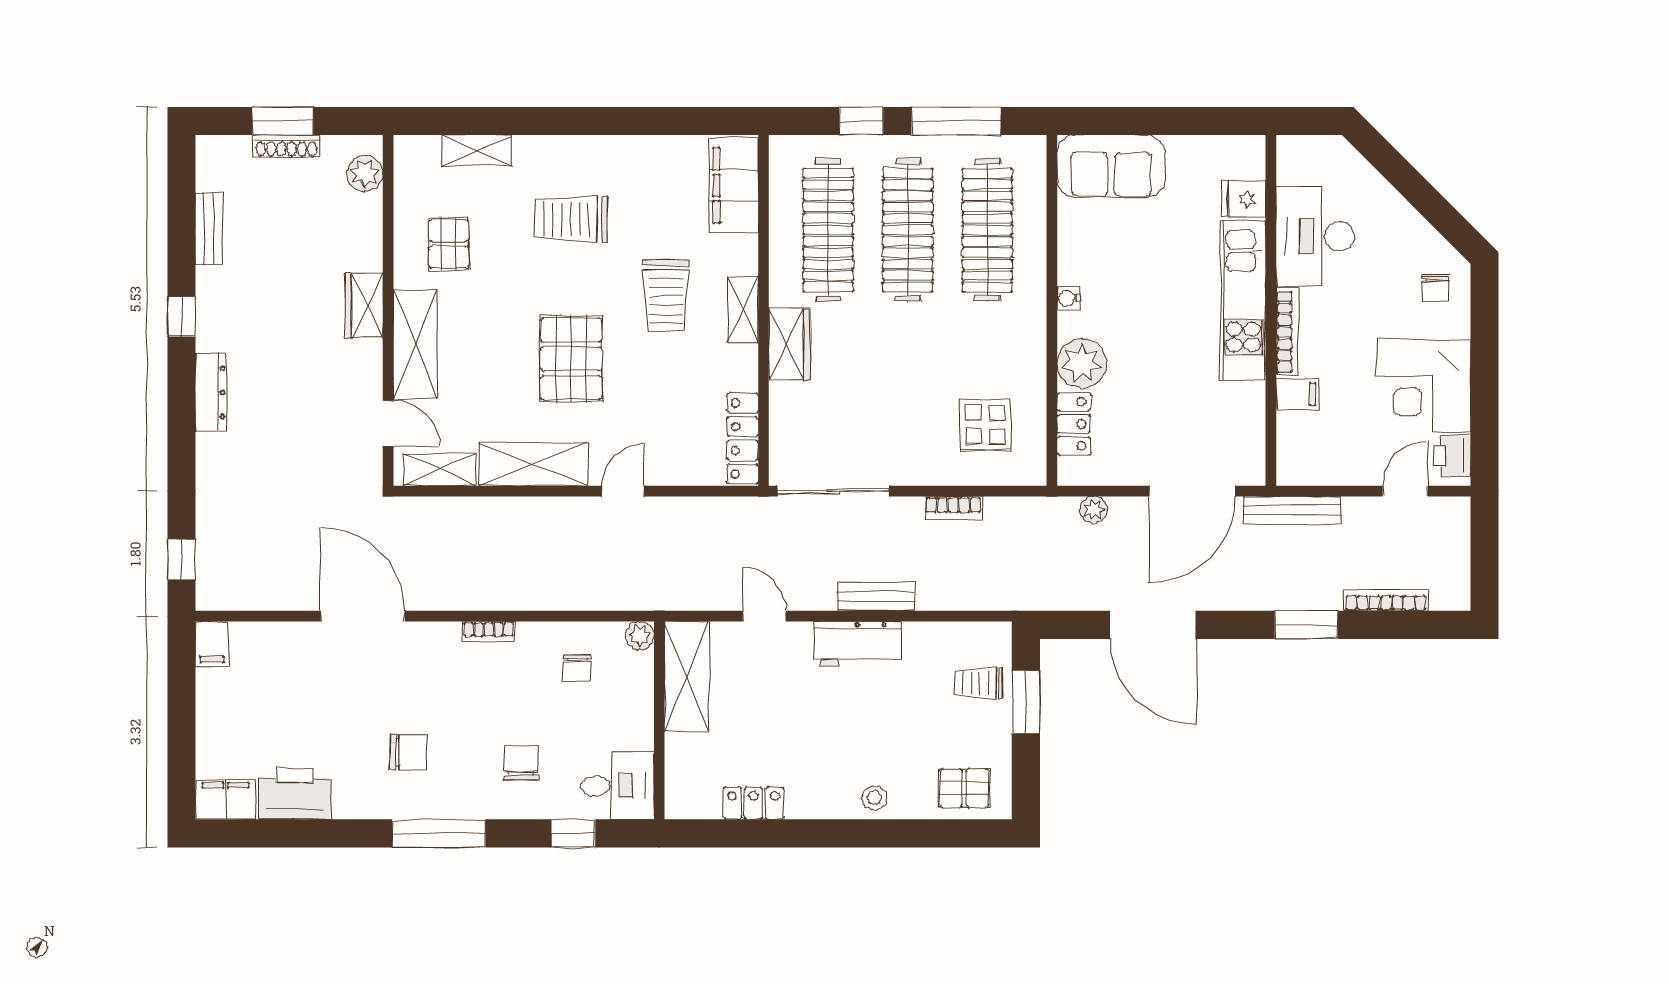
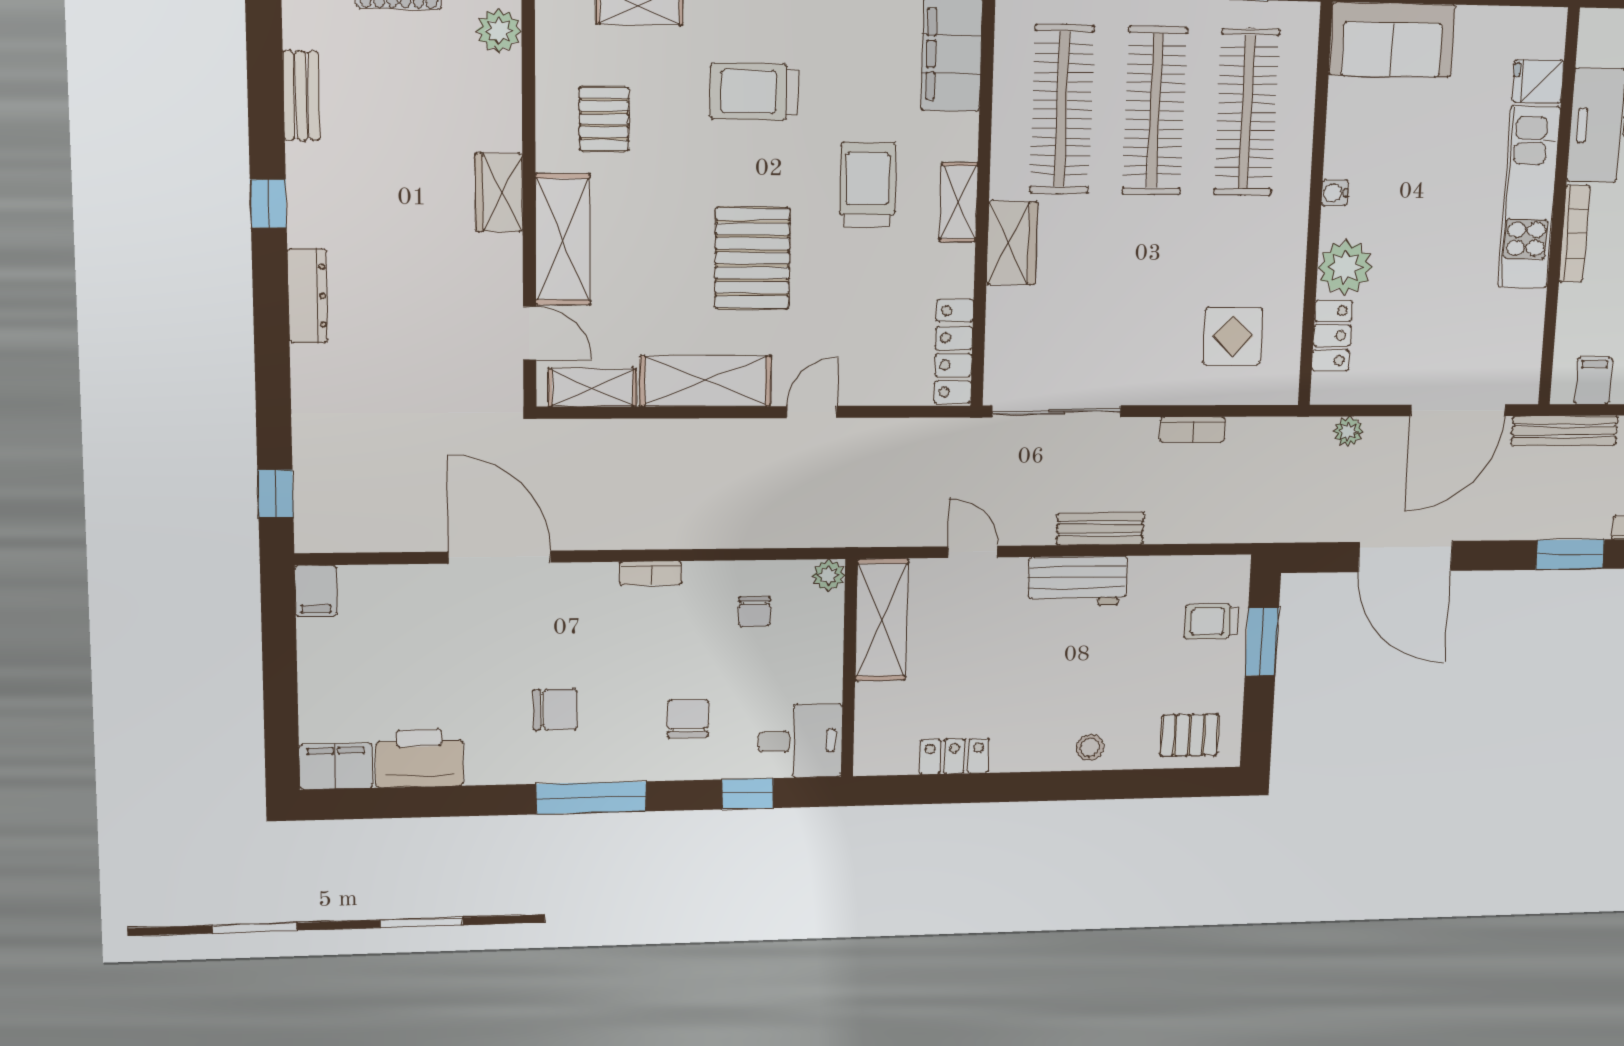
trolley: (666, 296) -> (868, 184), turned 180
filing cabinet: (1298, 394) -> (1593, 381), moved, turned -90

